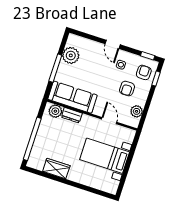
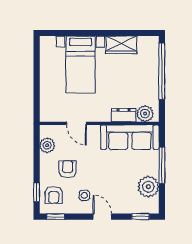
window: (84, 35) -> (141, 217), added
bed with nightstands: (105, 156) -> (81, 65), moved, turned 90

